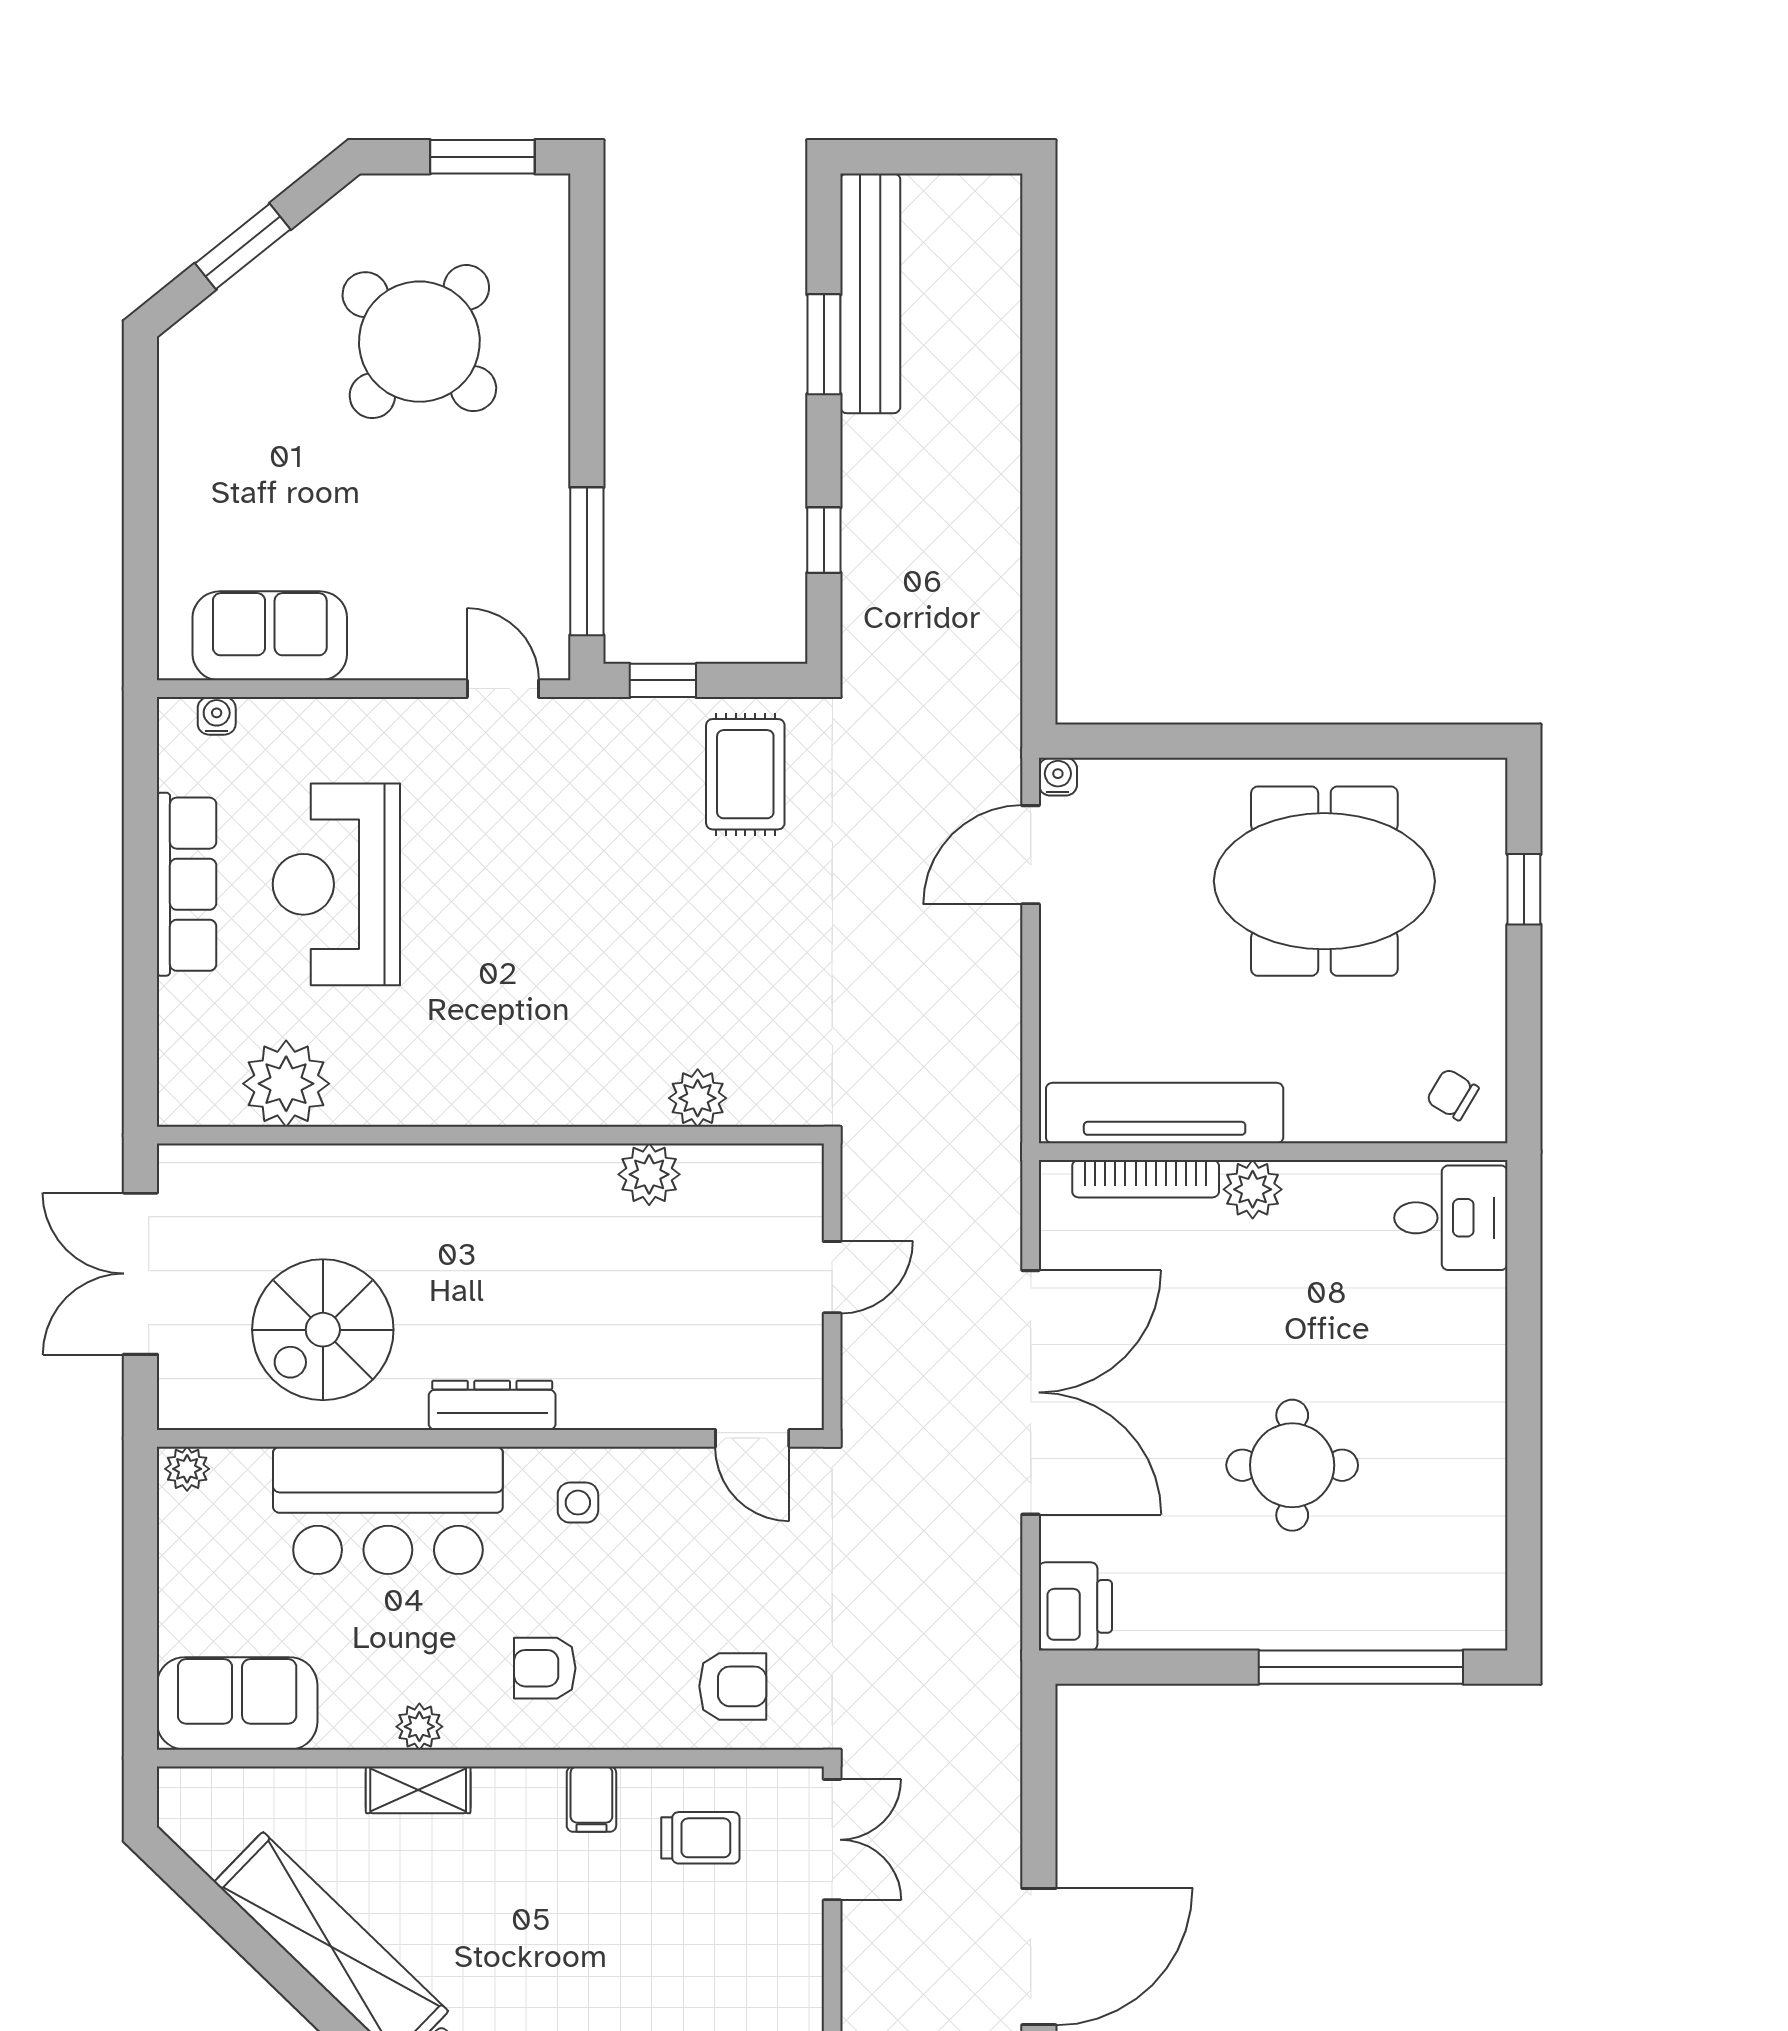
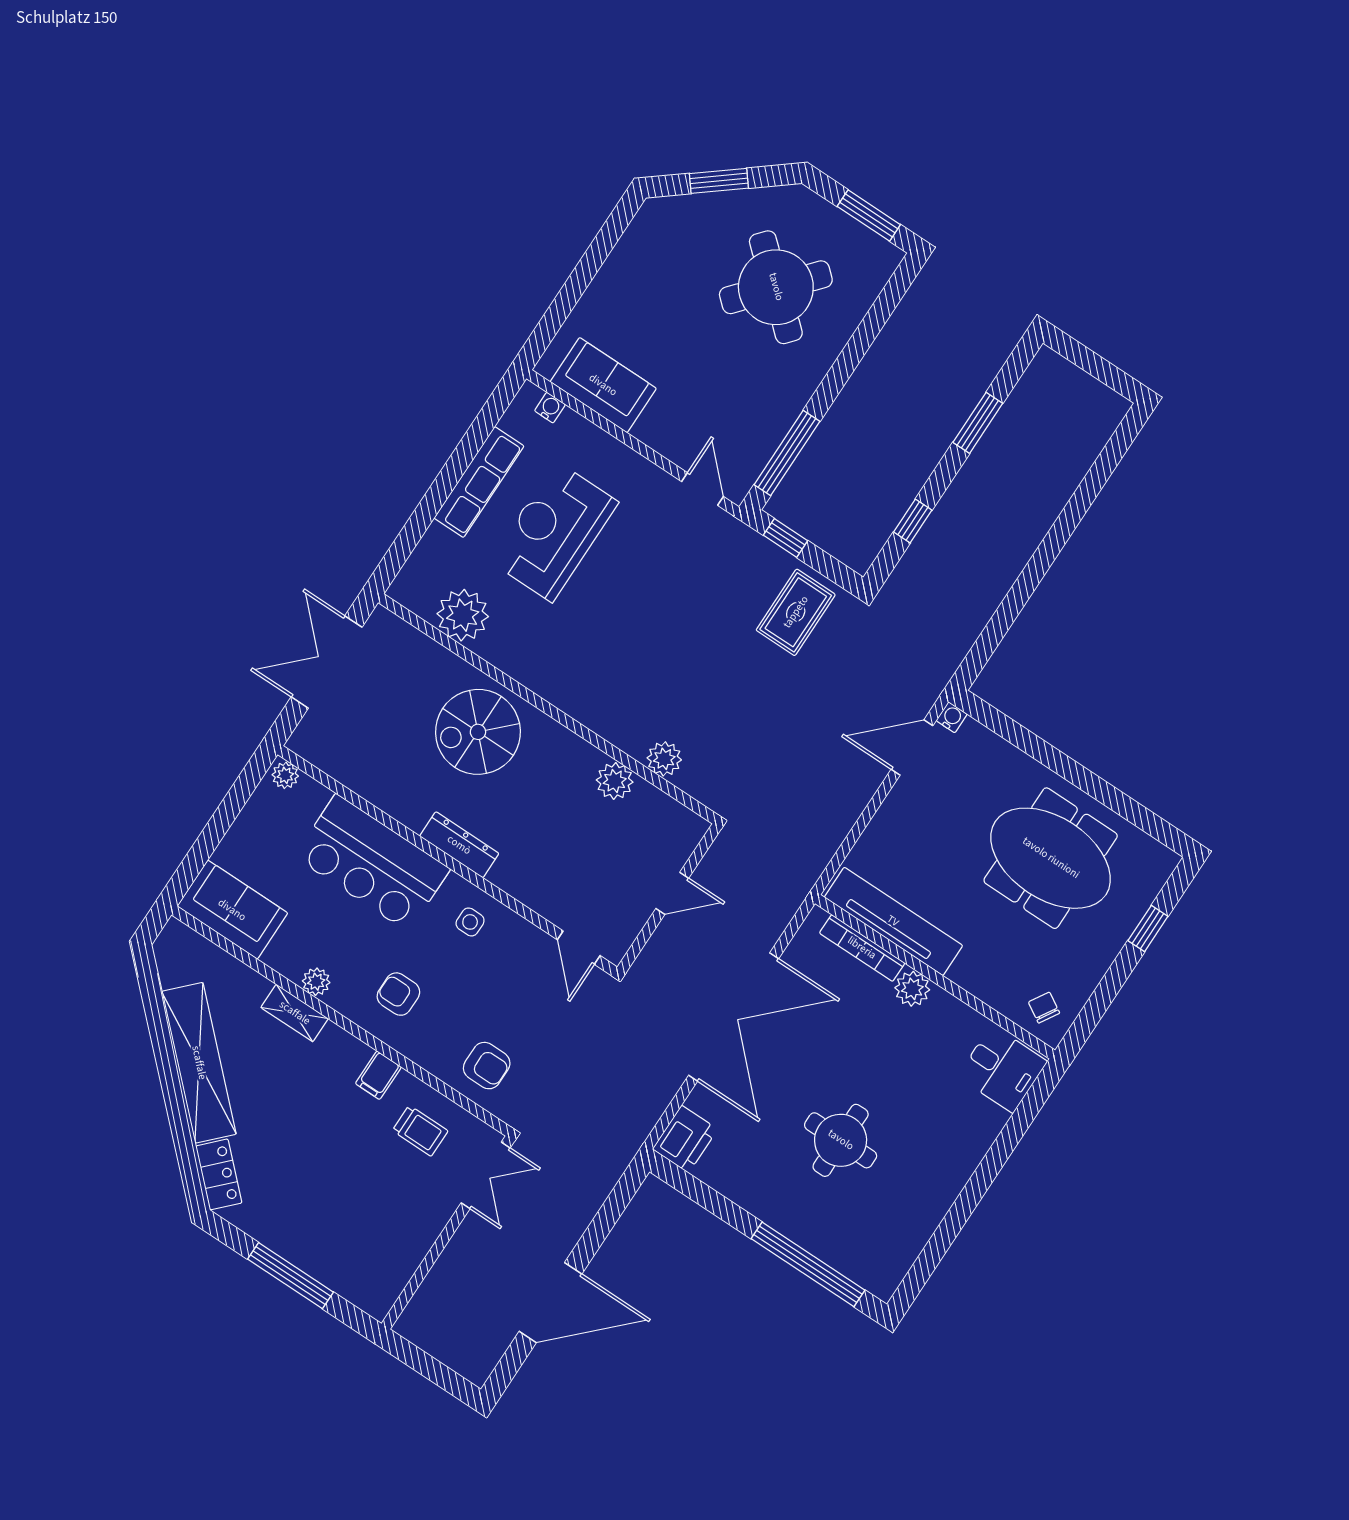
bench: (870, 293) -> (1018, 413), removed
spiral stairs: (323, 1330) -> (478, 732), moved

